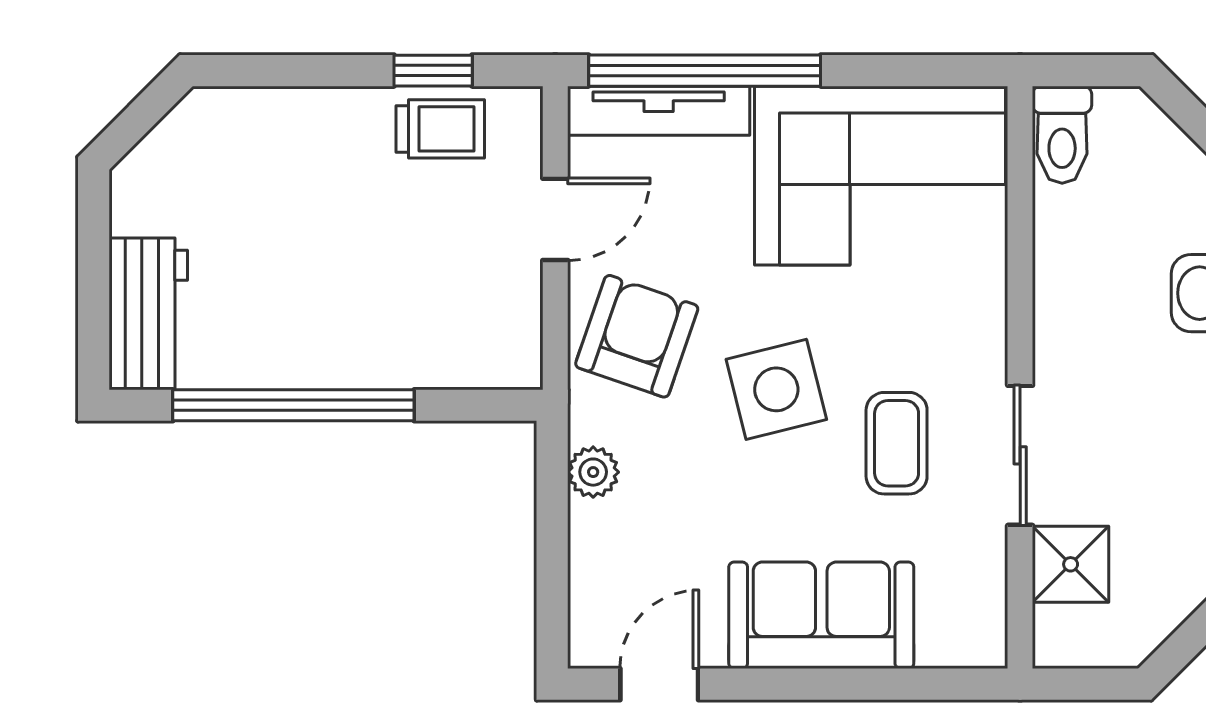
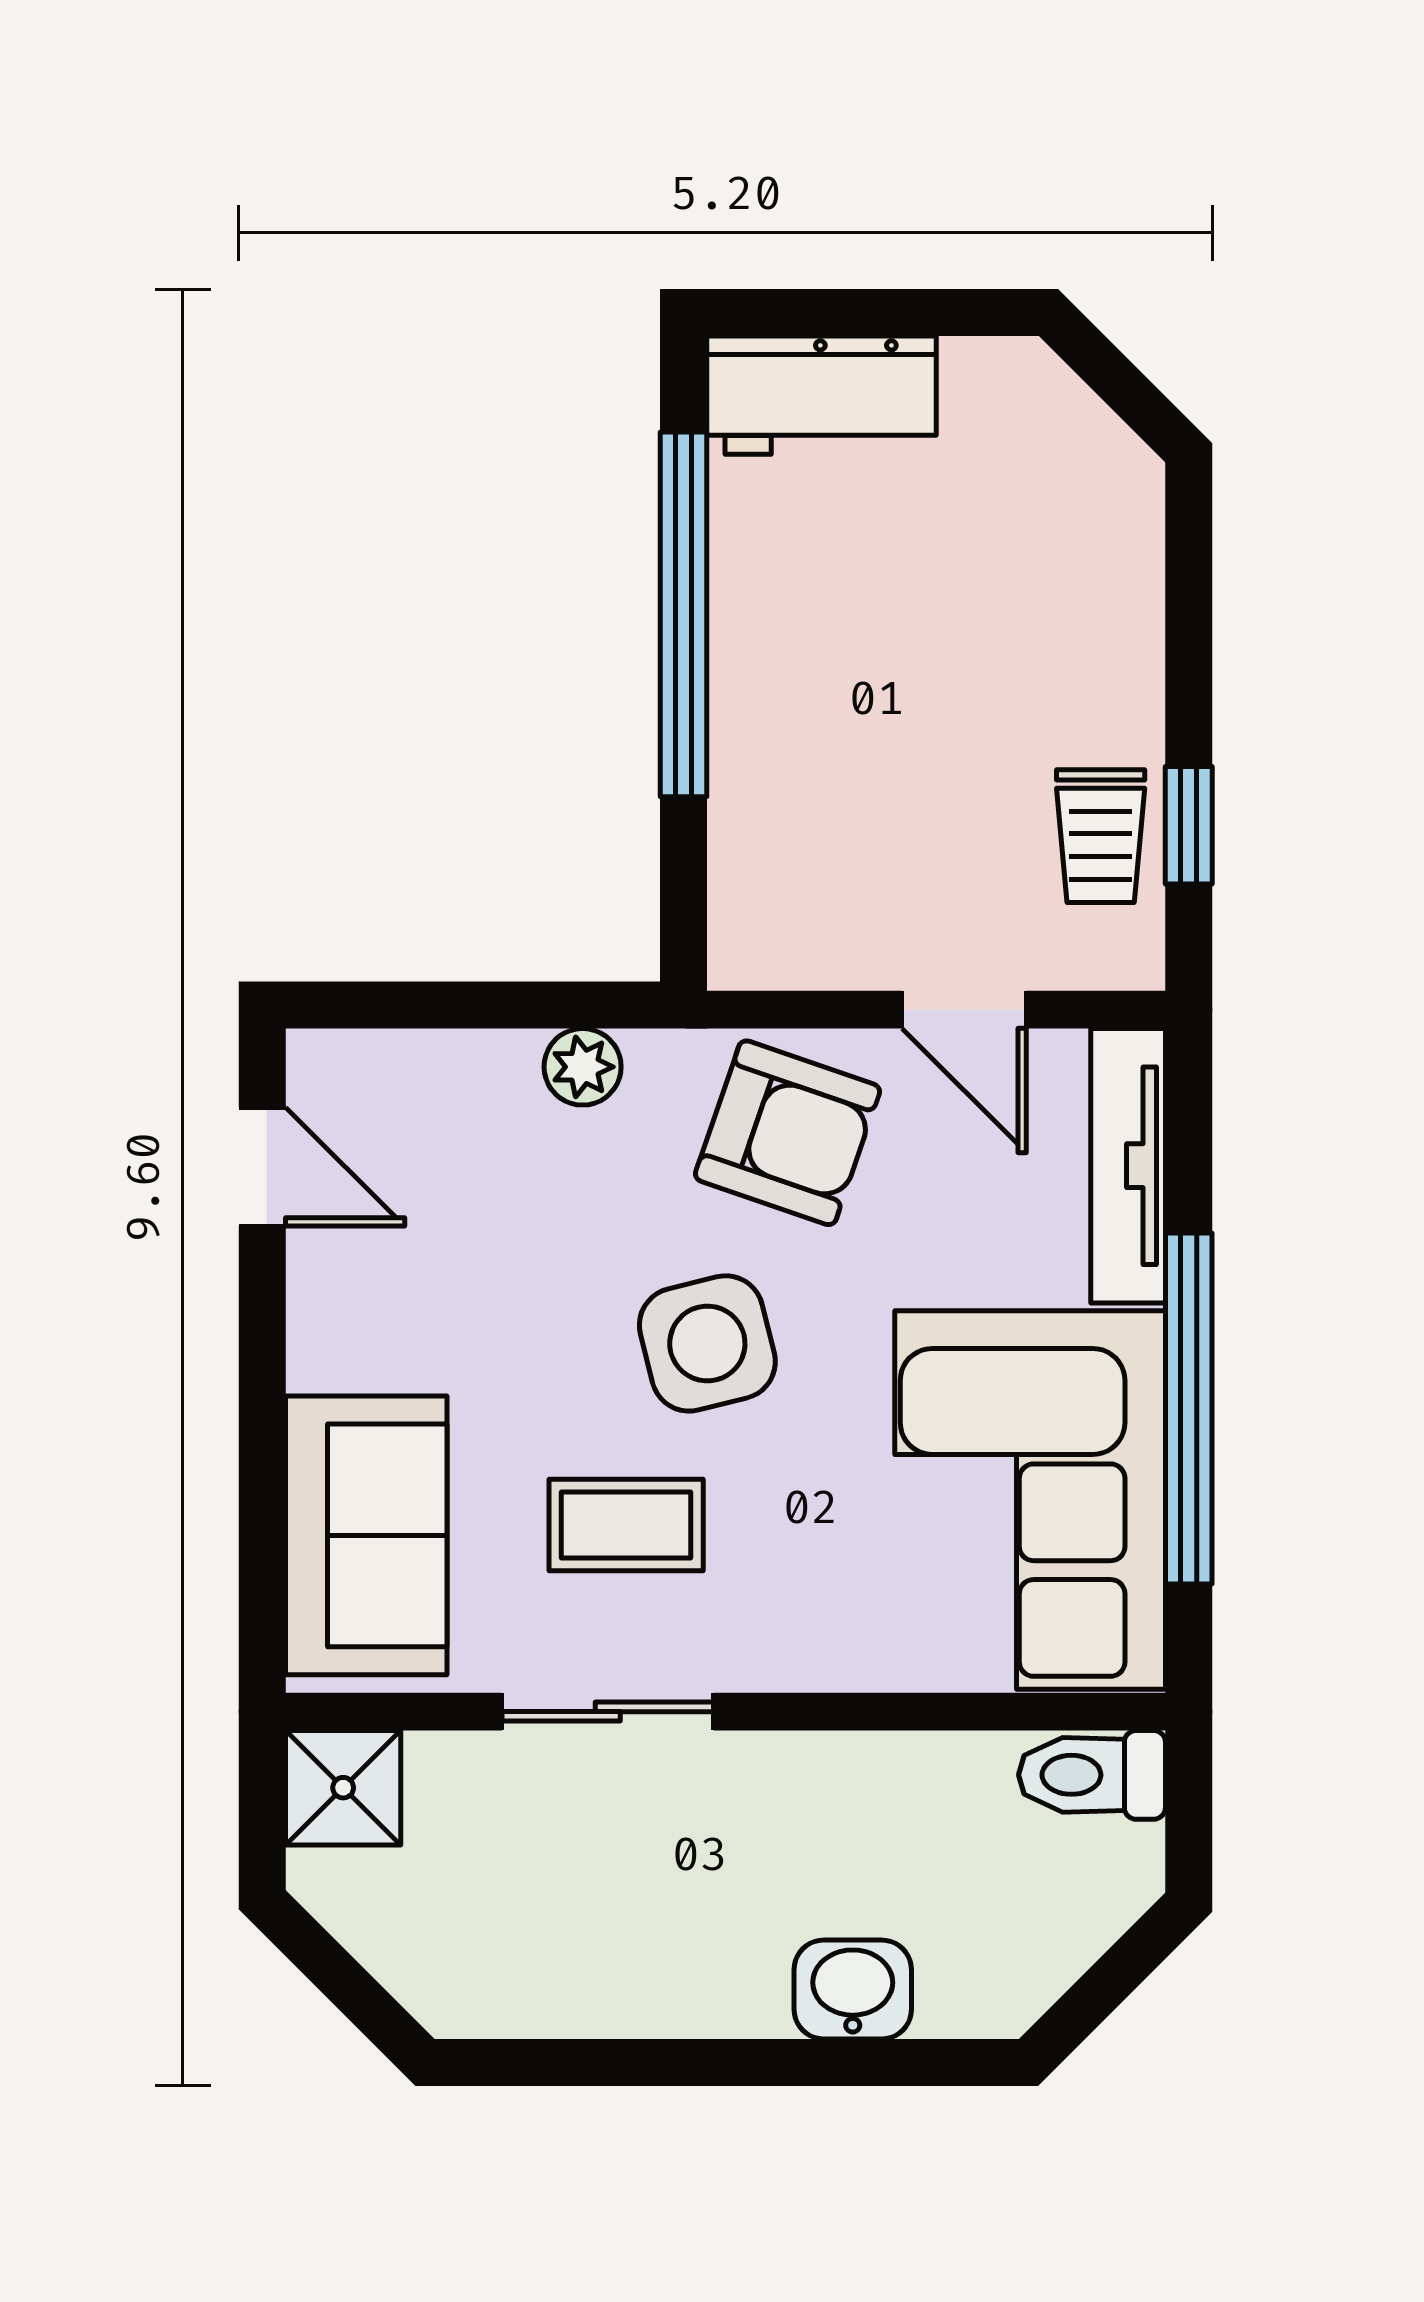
window: (705, 71) -> (1189, 1409), moved
shower: (1071, 564) -> (343, 1788), moved
sofa: (821, 615) -> (366, 1535), moved

